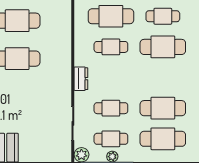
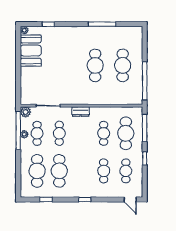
cafe table: (163, 47) -> (104, 171), width x0.73, depth x0.74

